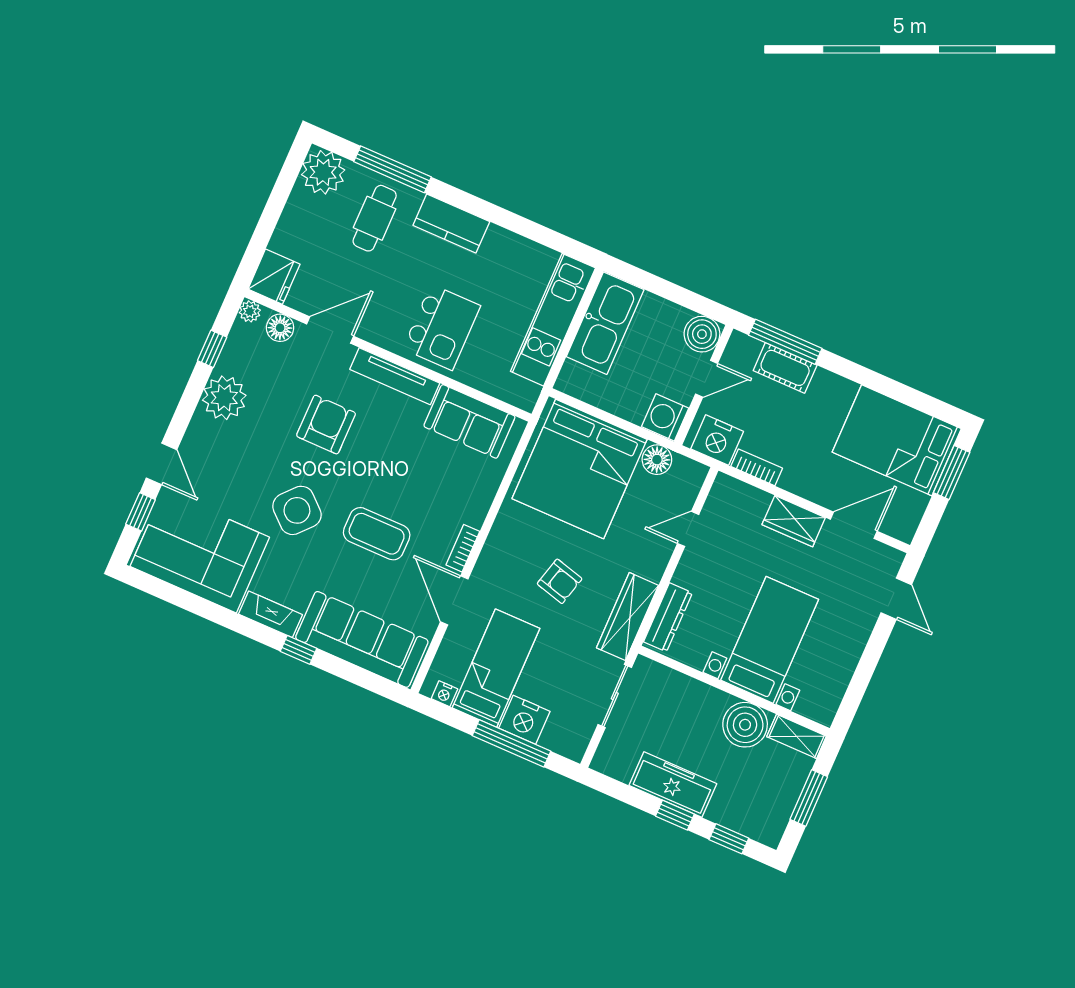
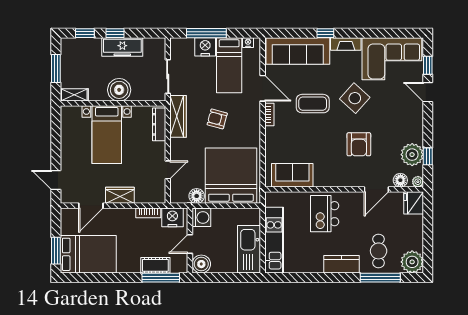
tv unit: (395, 376) -> (337, 181), removed
plant: (224, 398) -> (412, 155), moved
boiler: (745, 725) -> (119, 90), moved

